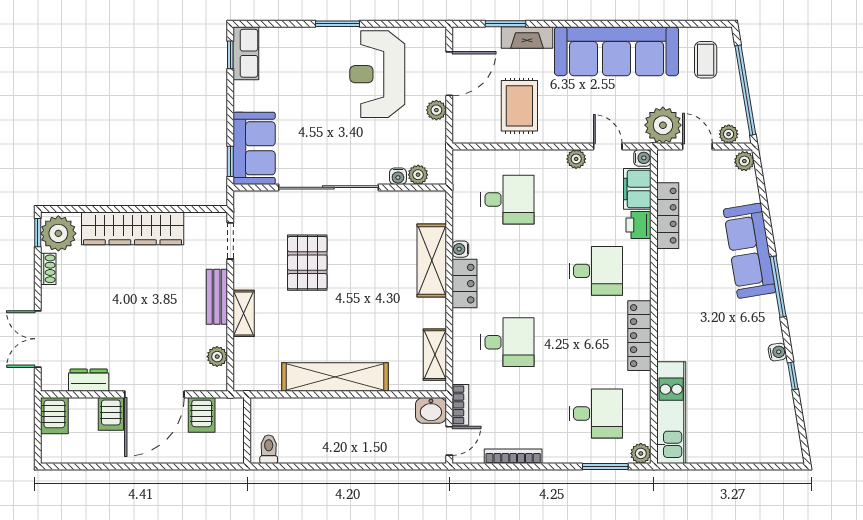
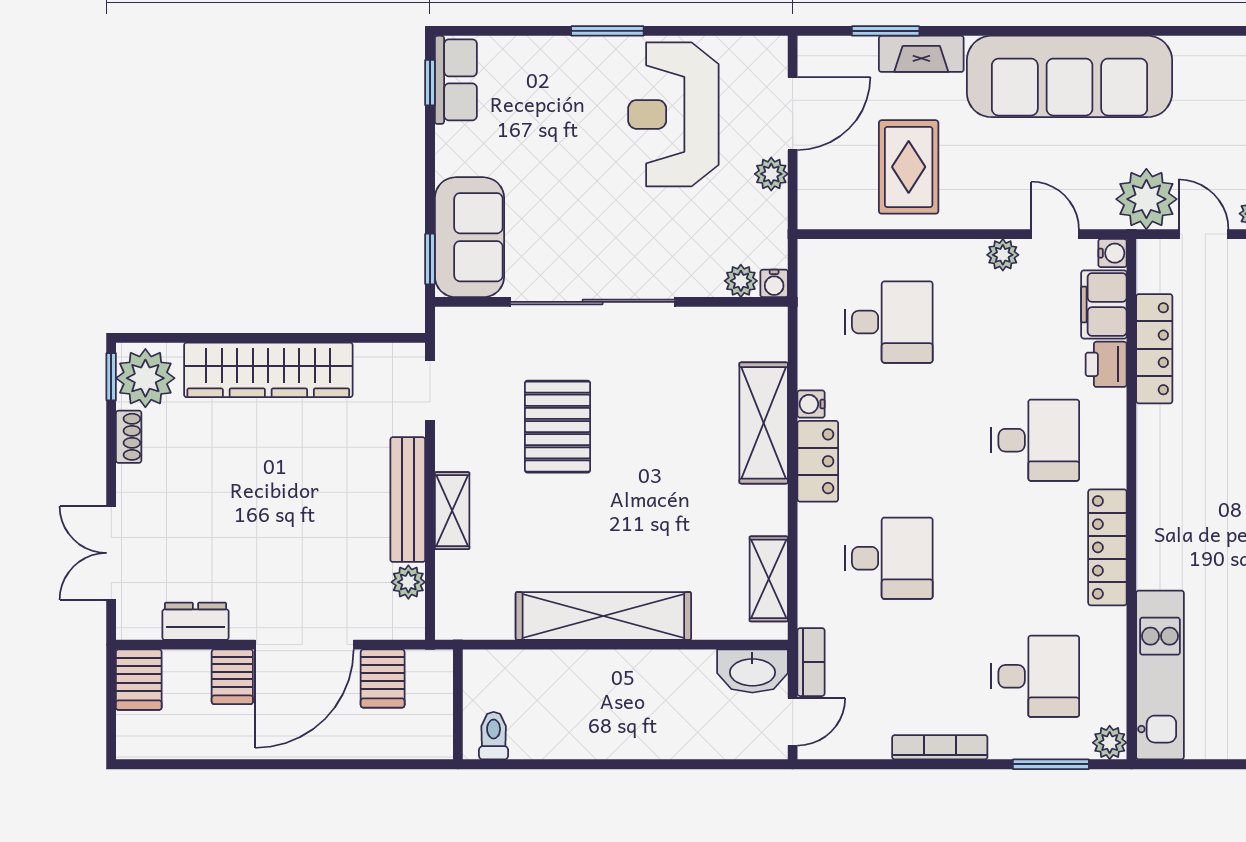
coffee table: (706, 60) -> (1217, 91), removed
water cooler: (398, 176) -> (774, 283), moved
bench: (217, 297) -> (408, 500), width x1.36
washbasin: (431, 410) -> (752, 671), width x1.38
bookcase: (513, 456) -> (940, 747), moved

